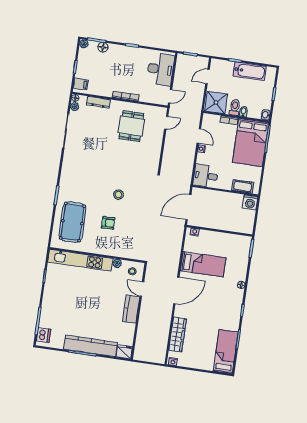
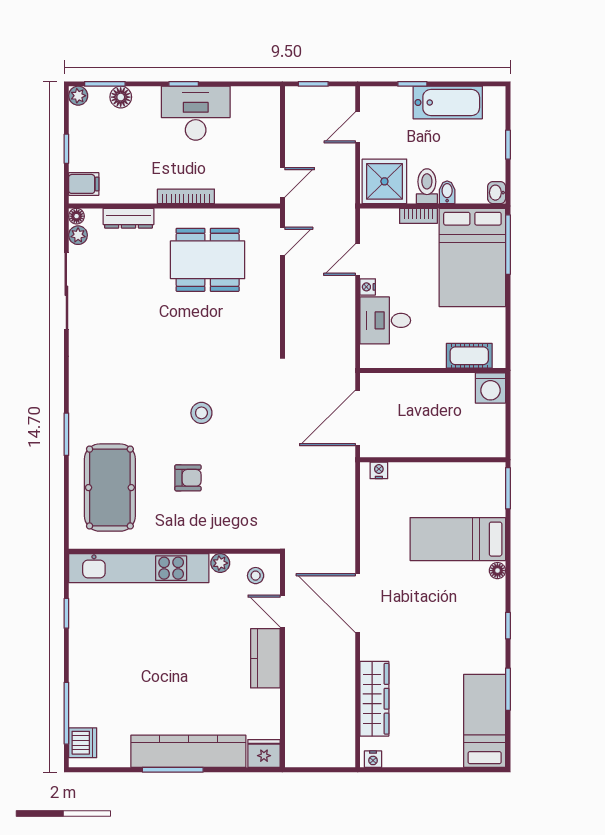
desk: (161, 69) -> (196, 113), moved, turned -90
dining table: (131, 126) -> (208, 260), width x1.38
door: (199, 136) -> (358, 260), swing flipped
desk: (206, 176) -> (385, 320), moved
bed: (203, 264) -> (458, 539), moved, turned 180
door: (176, 290) -> (358, 603), swing flipped

